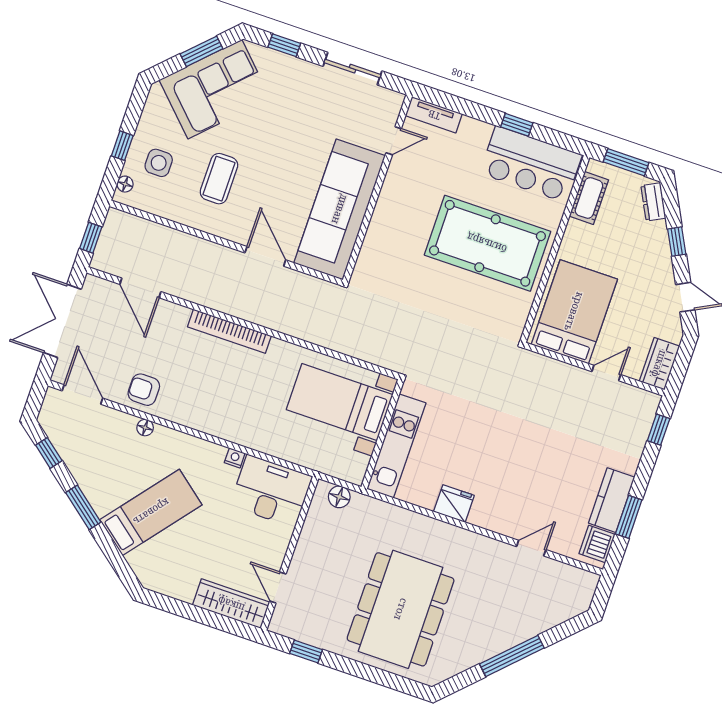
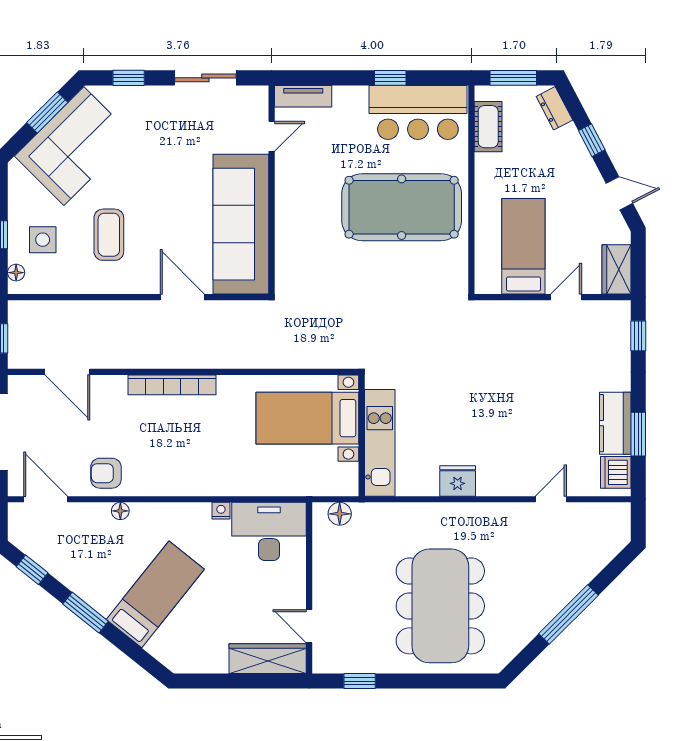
bed: (574, 312) -> (523, 246), width x0.67

